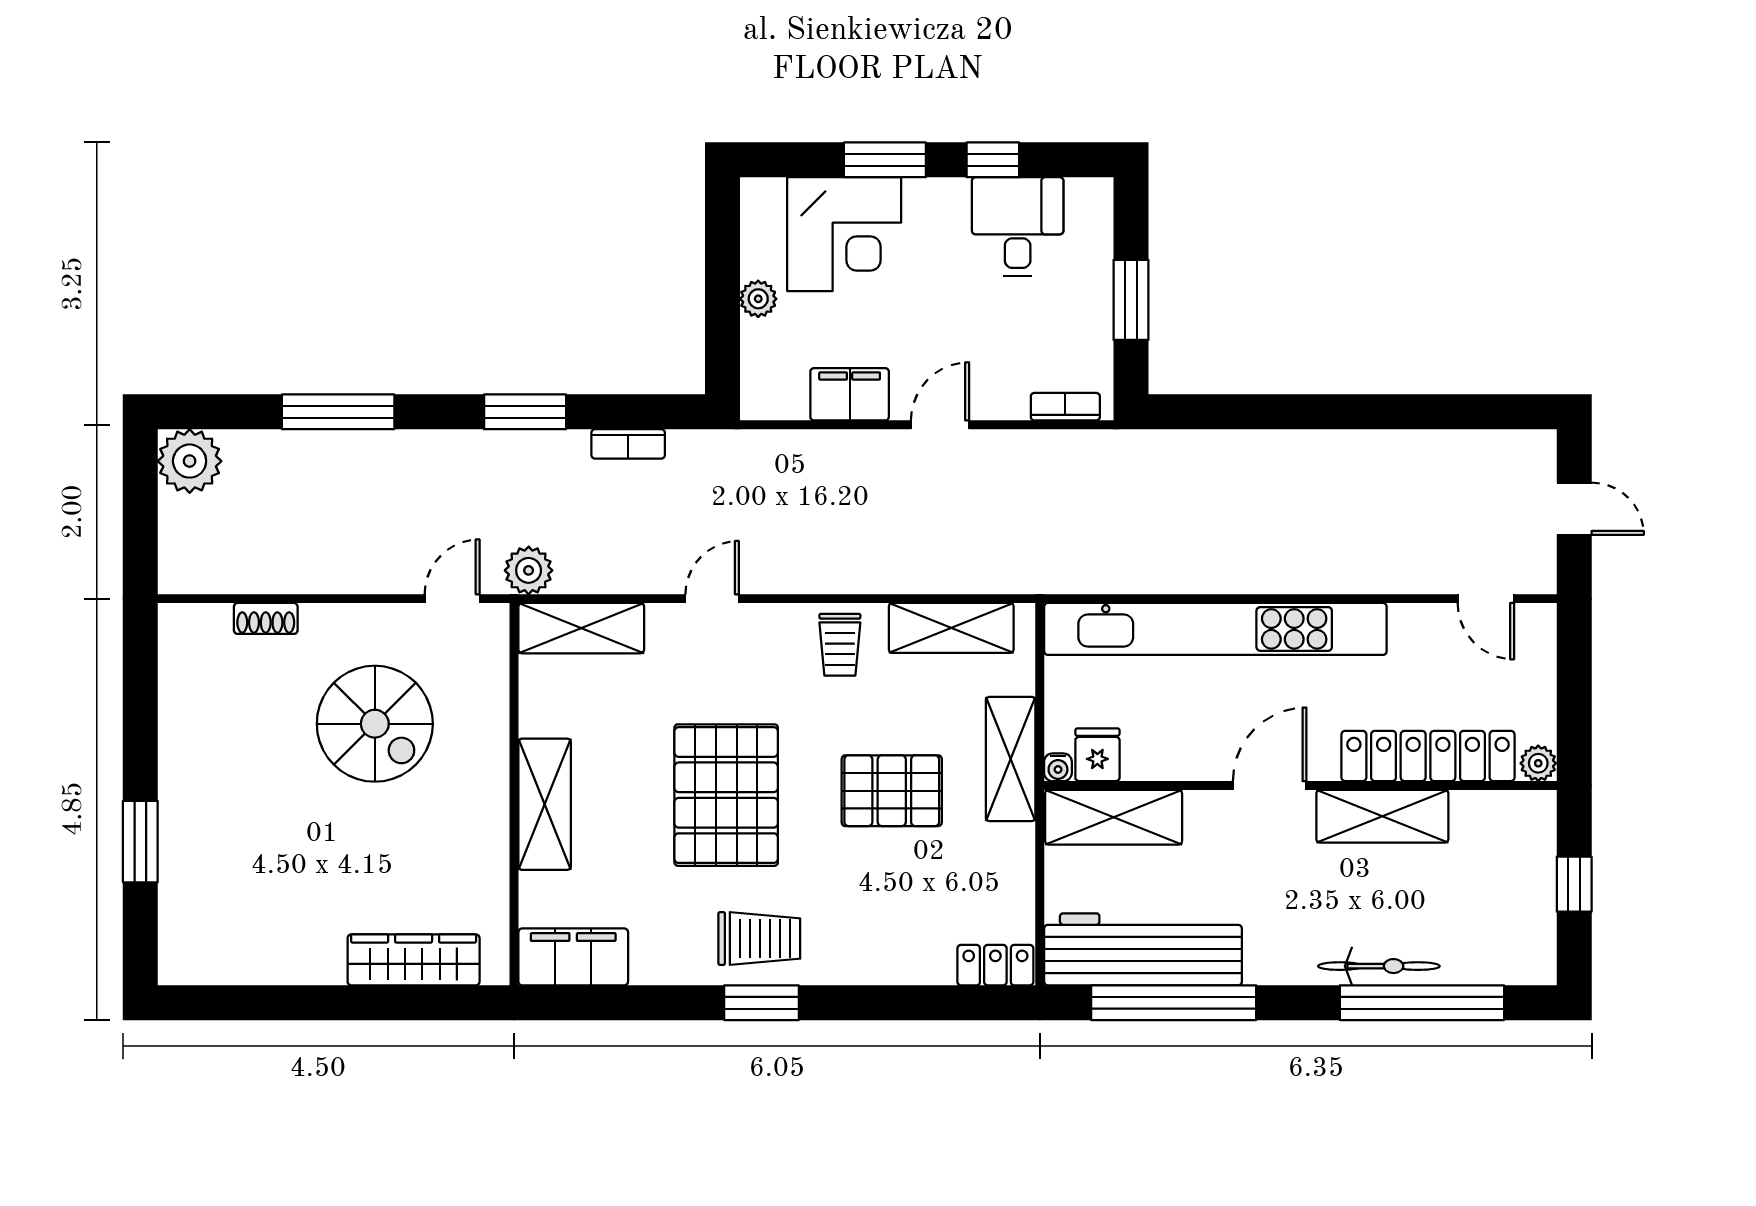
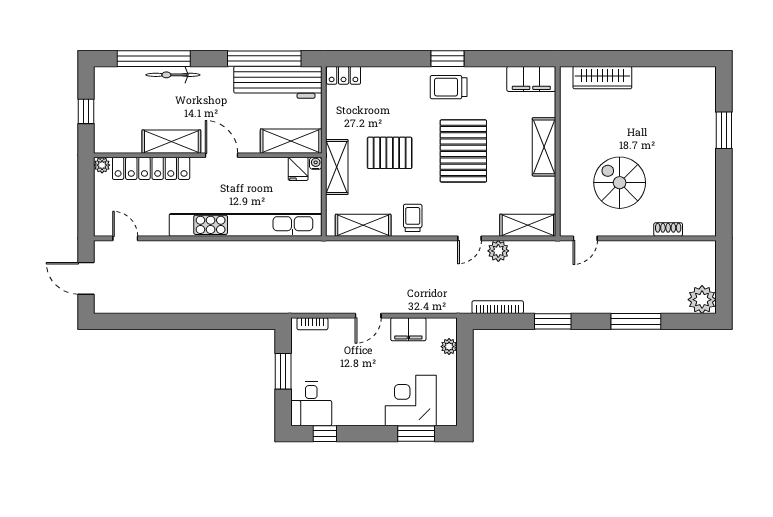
window: (885, 160) -> (416, 434), moved
window: (993, 160) -> (325, 434), moved
desk: (1018, 226) -> (311, 404), moved
plant: (758, 299) -> (449, 347), moved
bookcase: (628, 444) -> (498, 307), width x1.56
door: (1574, 509) -> (86, 278), width x1.38
plant: (529, 570) -> (498, 251), moved
door: (1270, 785) -> (221, 155), swing flipped

